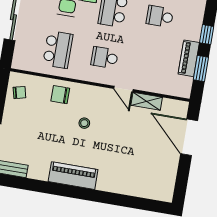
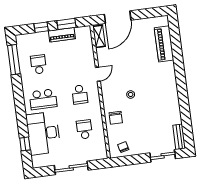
school desk: (160, 16) -> (39, 64), turned 180
school desk: (58, 50) -> (84, 129), width x0.54
shelving: (147, 101) -> (99, 36), moved
piano: (73, 176) -> (164, 44), moved

